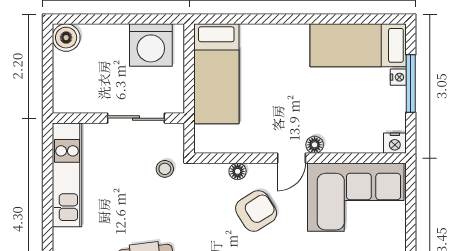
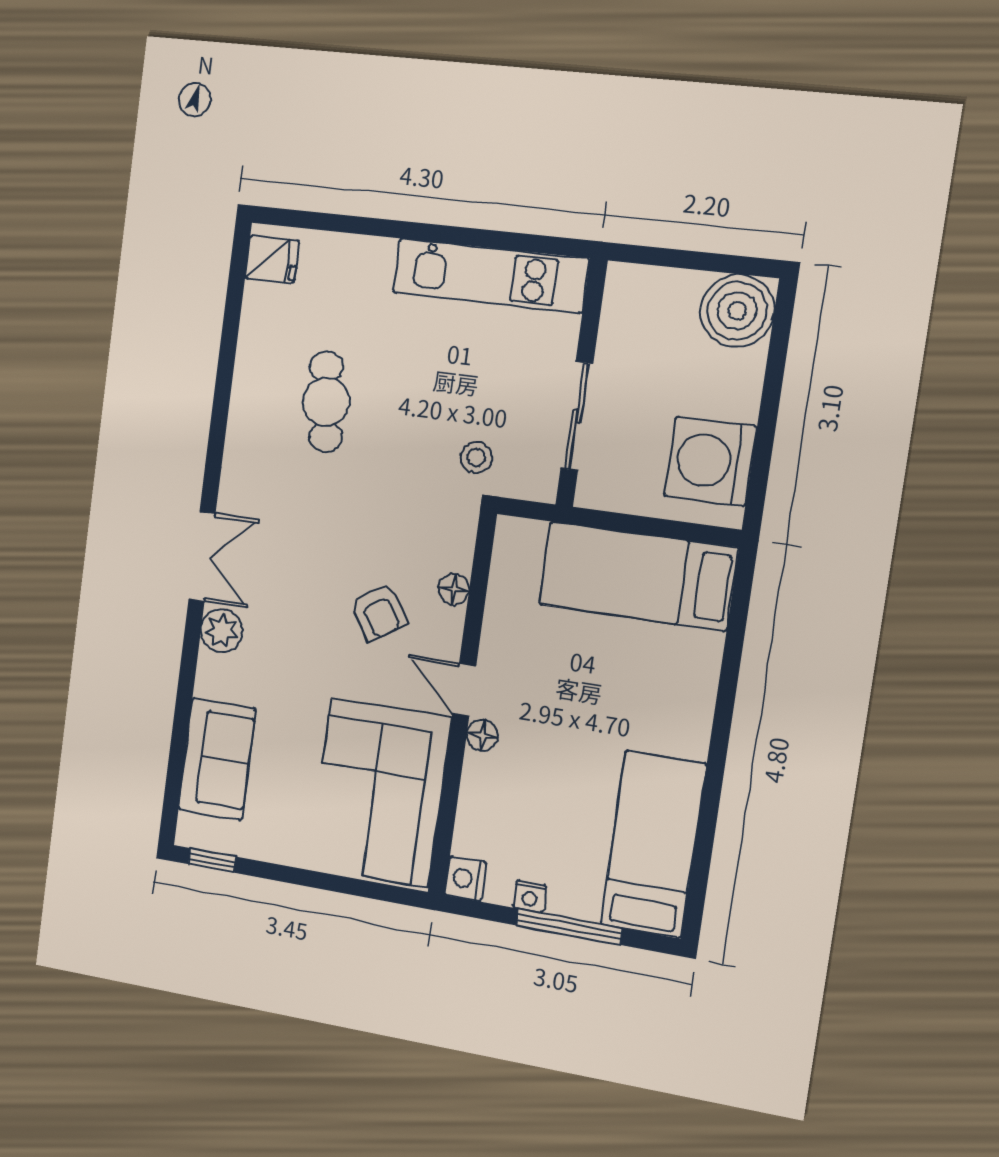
boiler: (66, 38) -> (737, 311), width x1.37, depth x1.37
nightstand: (398, 77) -> (530, 896), moved
armchair: (256, 211) -> (379, 612), width x0.72, depth x0.72

